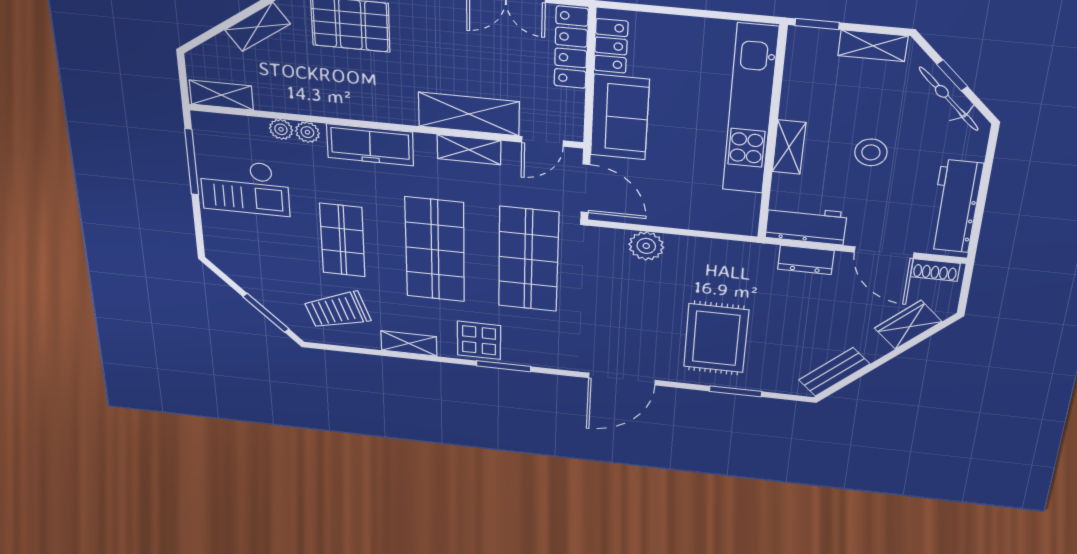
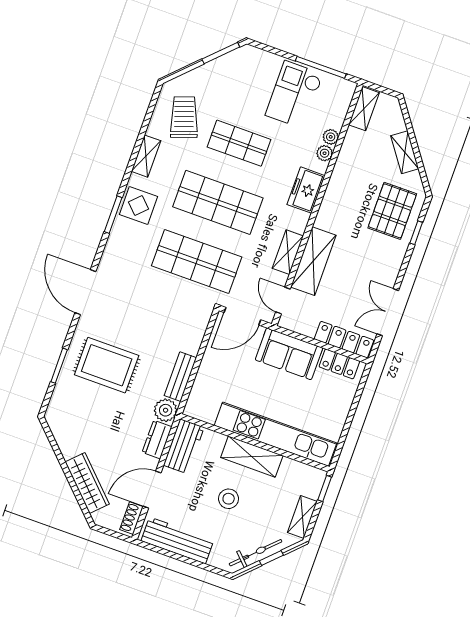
freezer: (370, 145) -> (306, 190), width x0.71
shelving: (789, 147) -> (252, 457), width x1.50, depth x1.33
plant: (646, 246) -> (166, 410), moved
window: (266, 313) -> (221, 53), moved
wardrobe: (908, 325) -> (87, 483), width x1.50
bench: (834, 372) -> (180, 377), moved, turned 45

